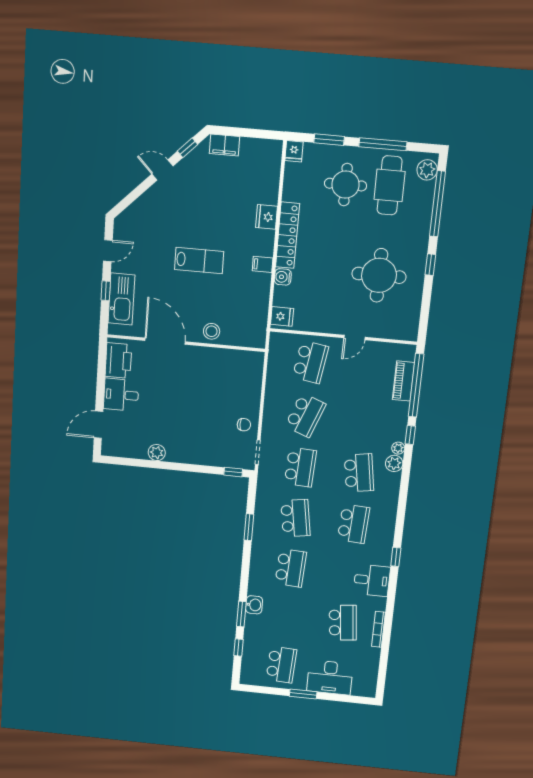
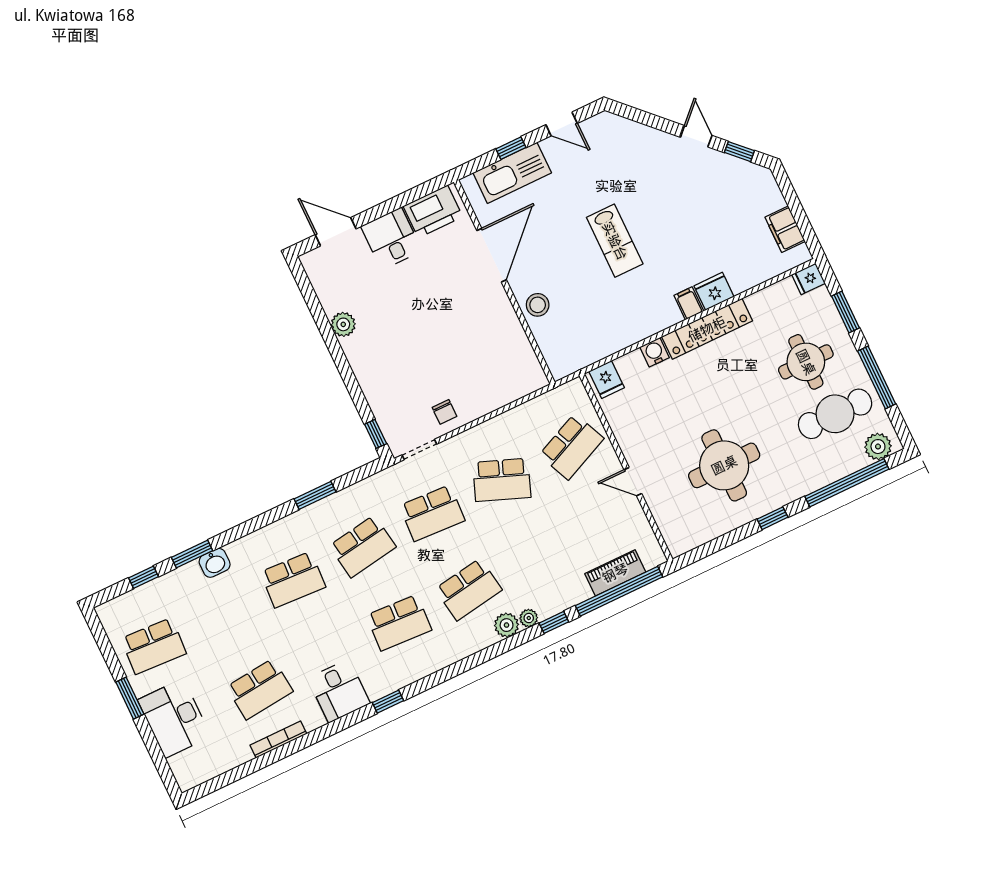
filing cabinet: (225, 145) -> (785, 229), moved
filing cabinet: (263, 264) -> (689, 303), moved
school desk: (310, 362) -> (571, 447), turned -33

